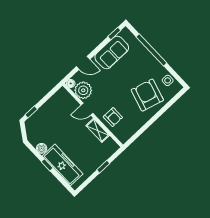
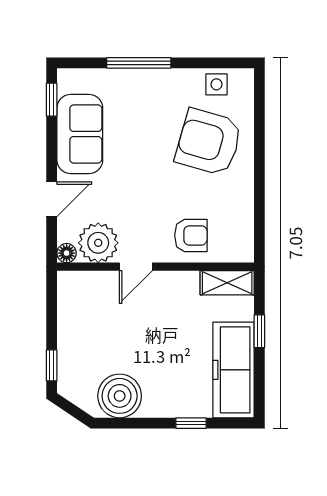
window: (151, 50) -> (139, 63), width x0.68
shelving: (98, 130) -> (227, 283), moved
boiler: (42, 148) -> (120, 396), width x1.86, depth x1.86
window: (47, 165) -> (191, 423), moved
freezer: (63, 165) -> (234, 370), moved, turned -90

